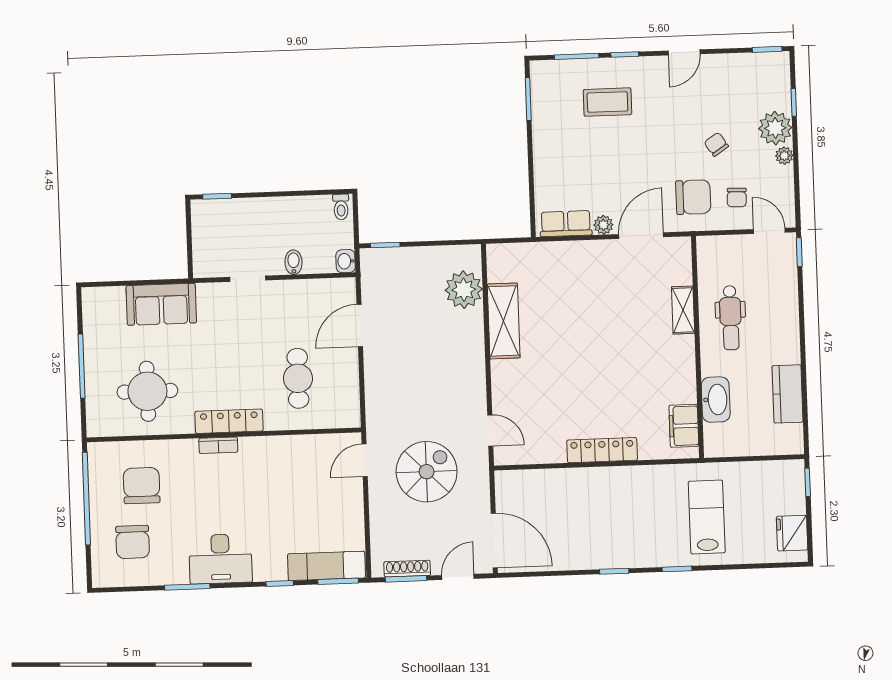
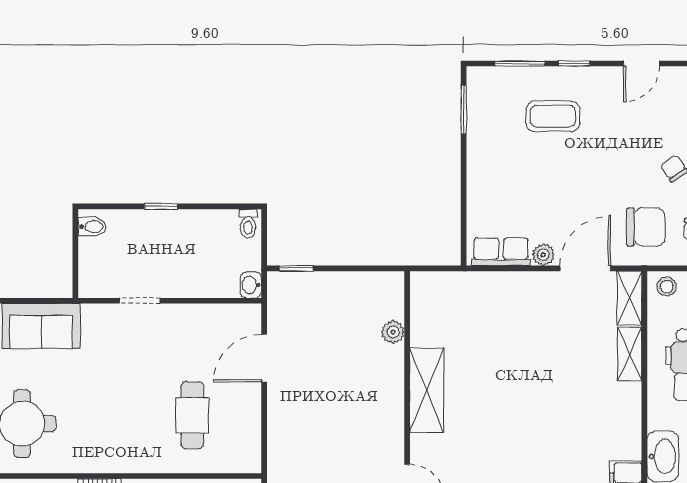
window: (217, 196) -> (161, 206), moved
stool: (714, 249) -> (667, 286), added
shelving: (681, 261) -> (629, 298), added
bidet: (294, 262) -> (92, 227), moved, turned 90
plant: (464, 290) -> (393, 332), width x0.53, depth x0.53
shelving: (504, 321) -> (427, 390), moved
locker: (229, 421) -> (113, 461), removed

